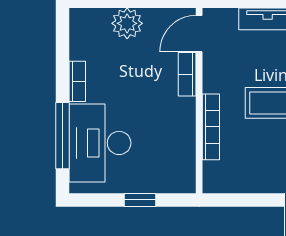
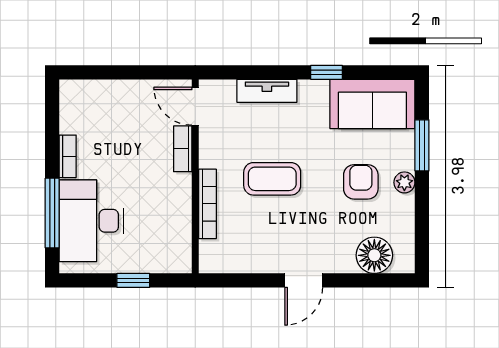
plant: (127, 23) -> (120, 96), removed
door: (199, 34) -> (195, 106), hinge flipped

